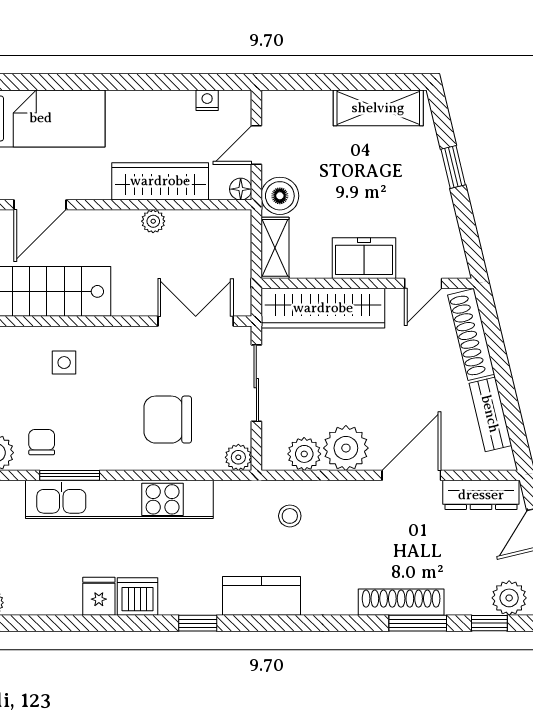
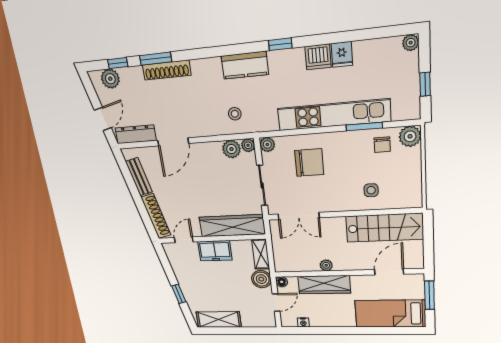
plant: (346, 448) -> (248, 145), moved, width x0.53, depth x0.53

